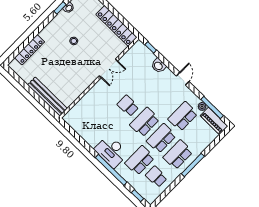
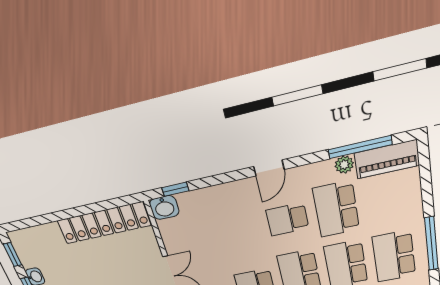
washbasin: (159, 66) -> (164, 208), moved
door: (183, 79) -> (269, 168), swing flipped
school desk: (166, 100) -> (287, 219), added

